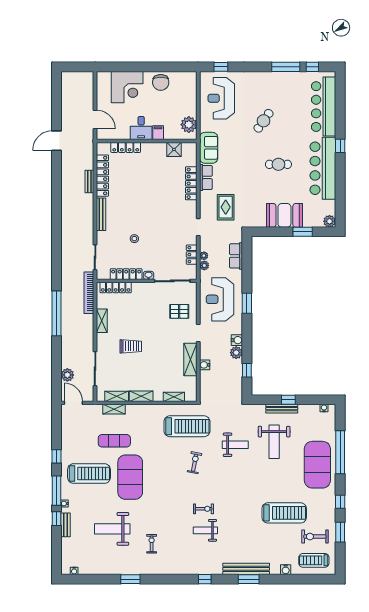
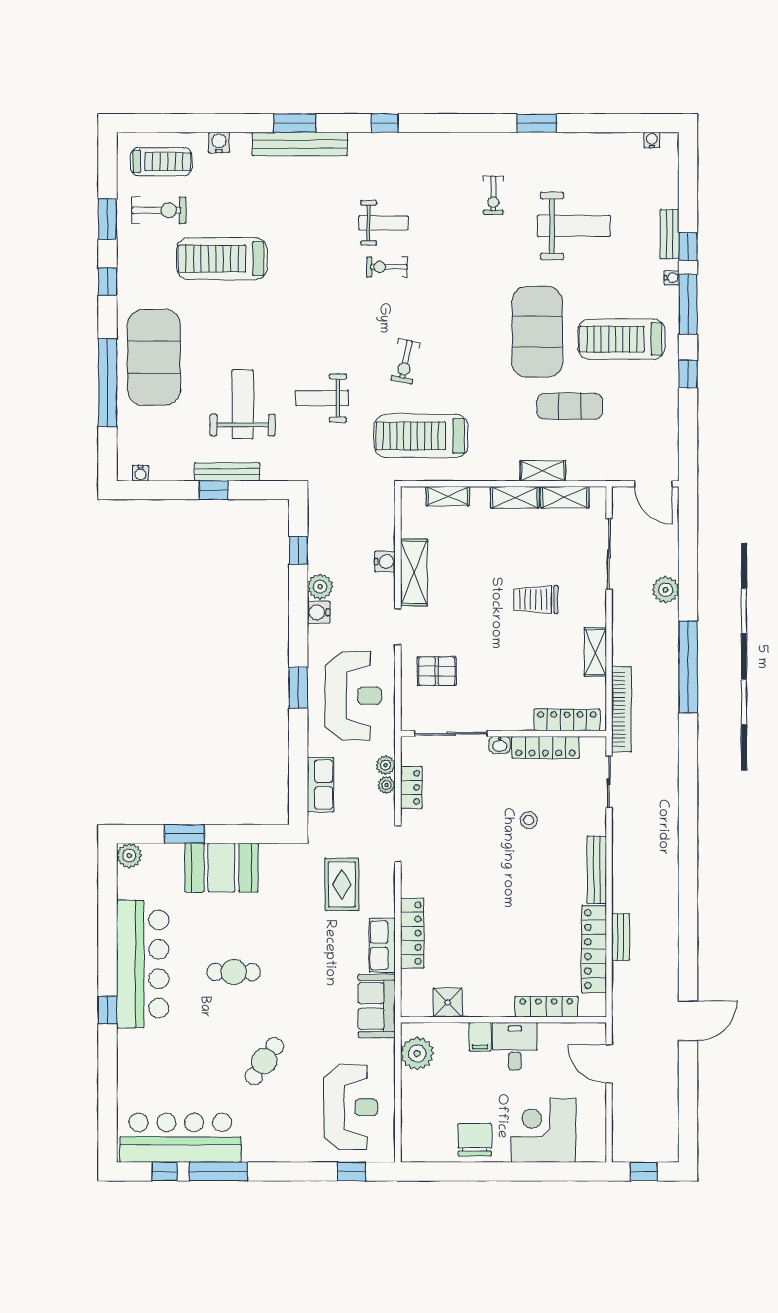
window: (78, 67) -> (644, 1171), added
bar counter: (324, 107) -> (180, 1138), moved, turned -90
plant: (67, 375) -> (666, 590), moved
shelving: (114, 409) -> (543, 471), moved

